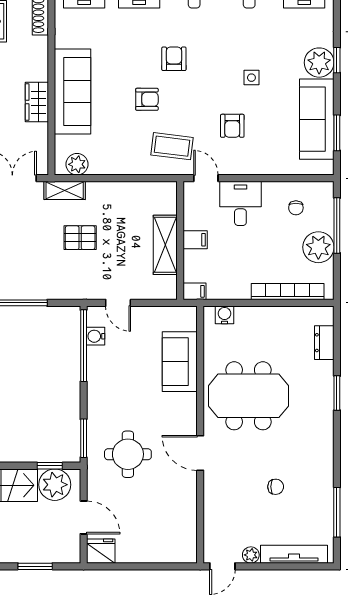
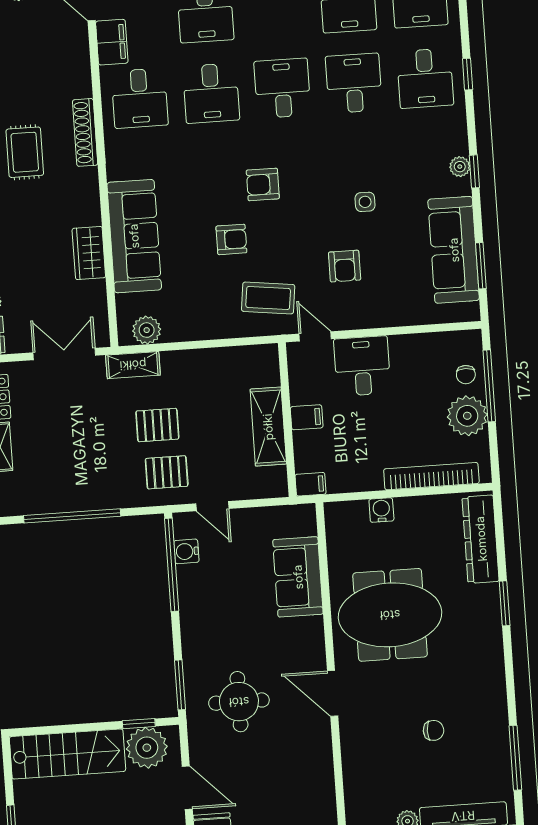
armchair: (174, 59) -> (263, 184), turned -90
plant: (319, 63) -> (460, 167), width x0.53, depth x0.53
chair: (296, 208) -> (466, 375), moved
pallet: (85, 274) -> (167, 472), added
water cooler: (224, 315) -> (381, 510), moved
dresser: (324, 343) -> (481, 539), width x1.96, depth x1.24

